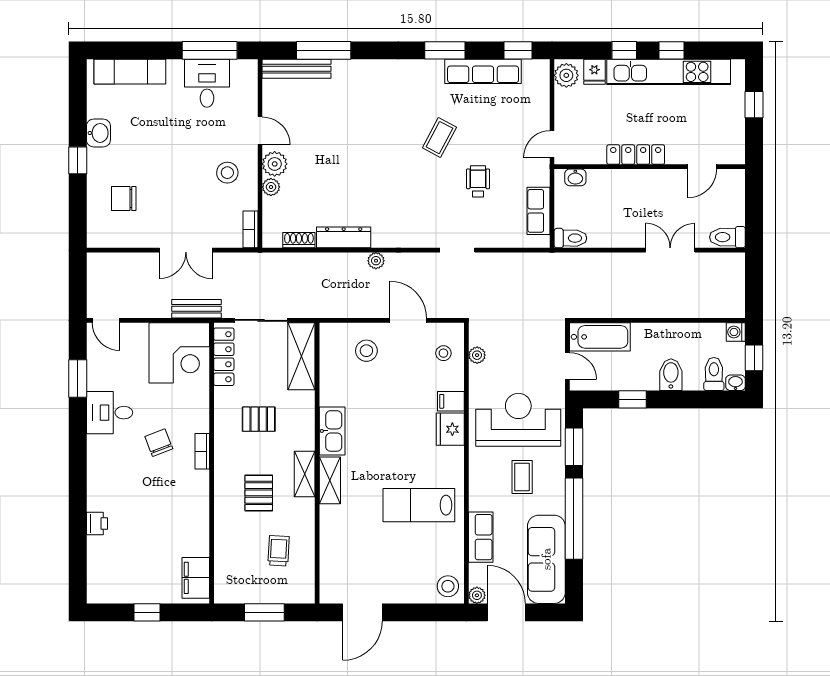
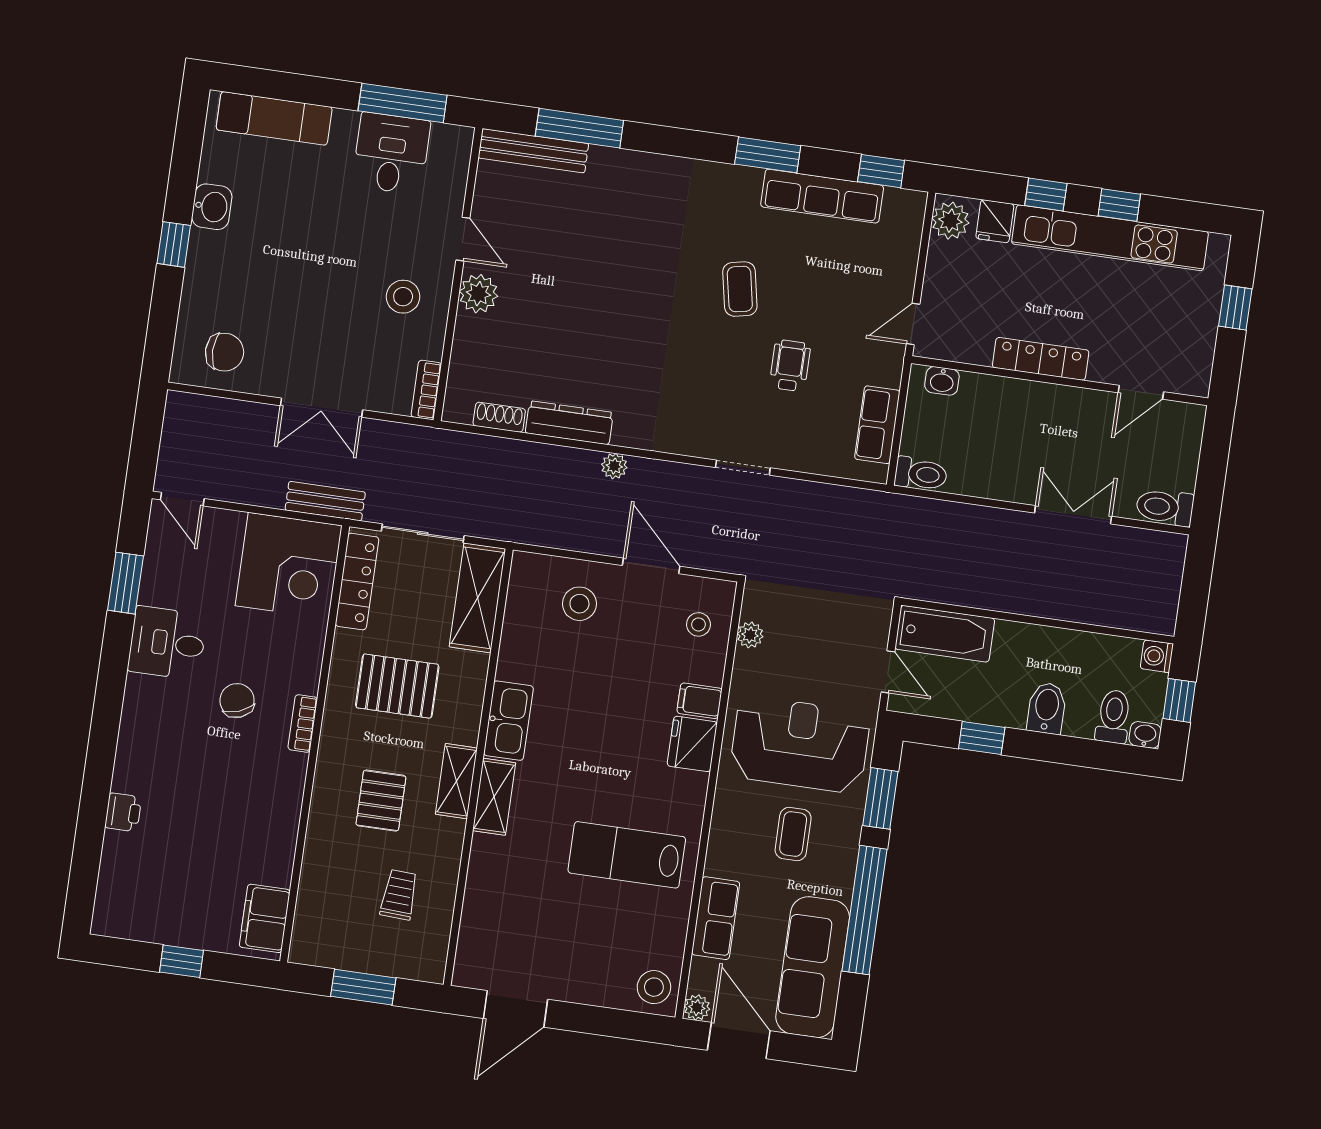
coffee table: (439, 138) -> (740, 289), turned -39
plant: (271, 187) -> (468, 329), removed
chair: (124, 199) -> (225, 352), moved, turned 180
pallet: (259, 419) -> (397, 686), width x1.50, depth x1.42

